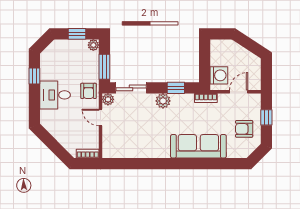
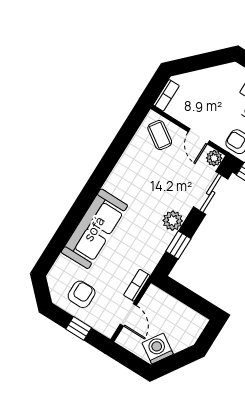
washing machine: (219, 75) -> (158, 349), moved, turned 123
bookcase: (206, 98) -> (137, 285), moved
door: (101, 117) -> (199, 136), swing flipped
coffee table: (115, 142) -> (160, 135), added

